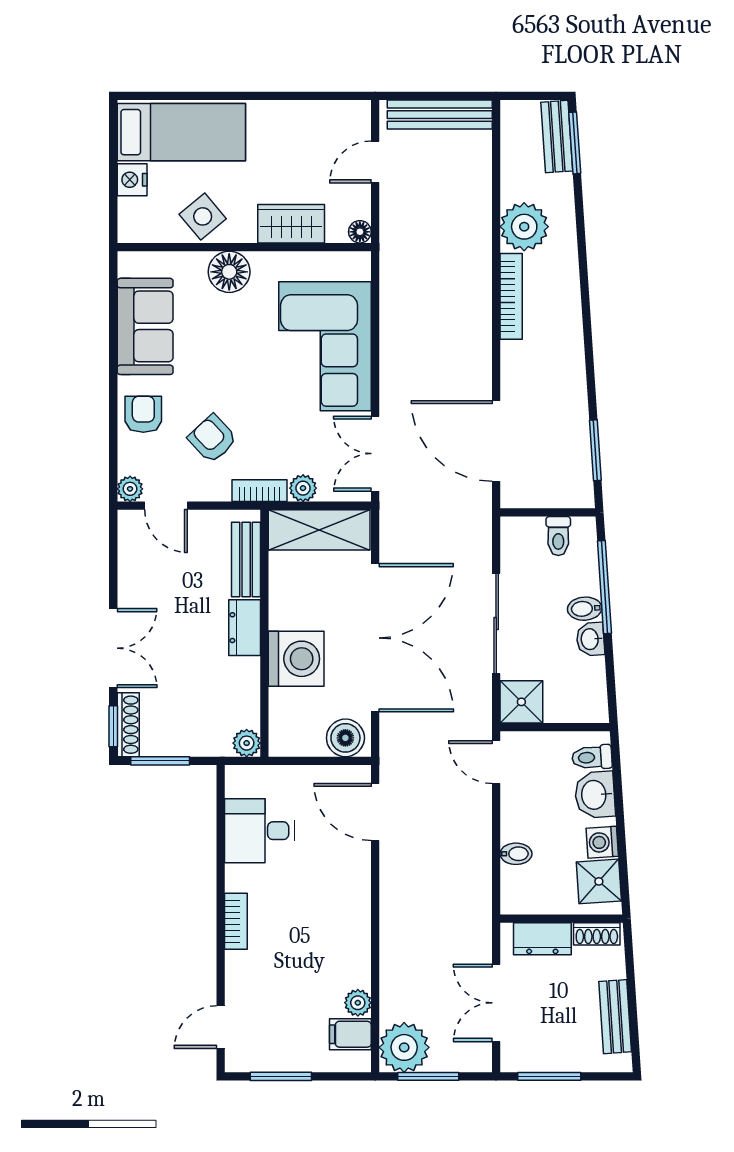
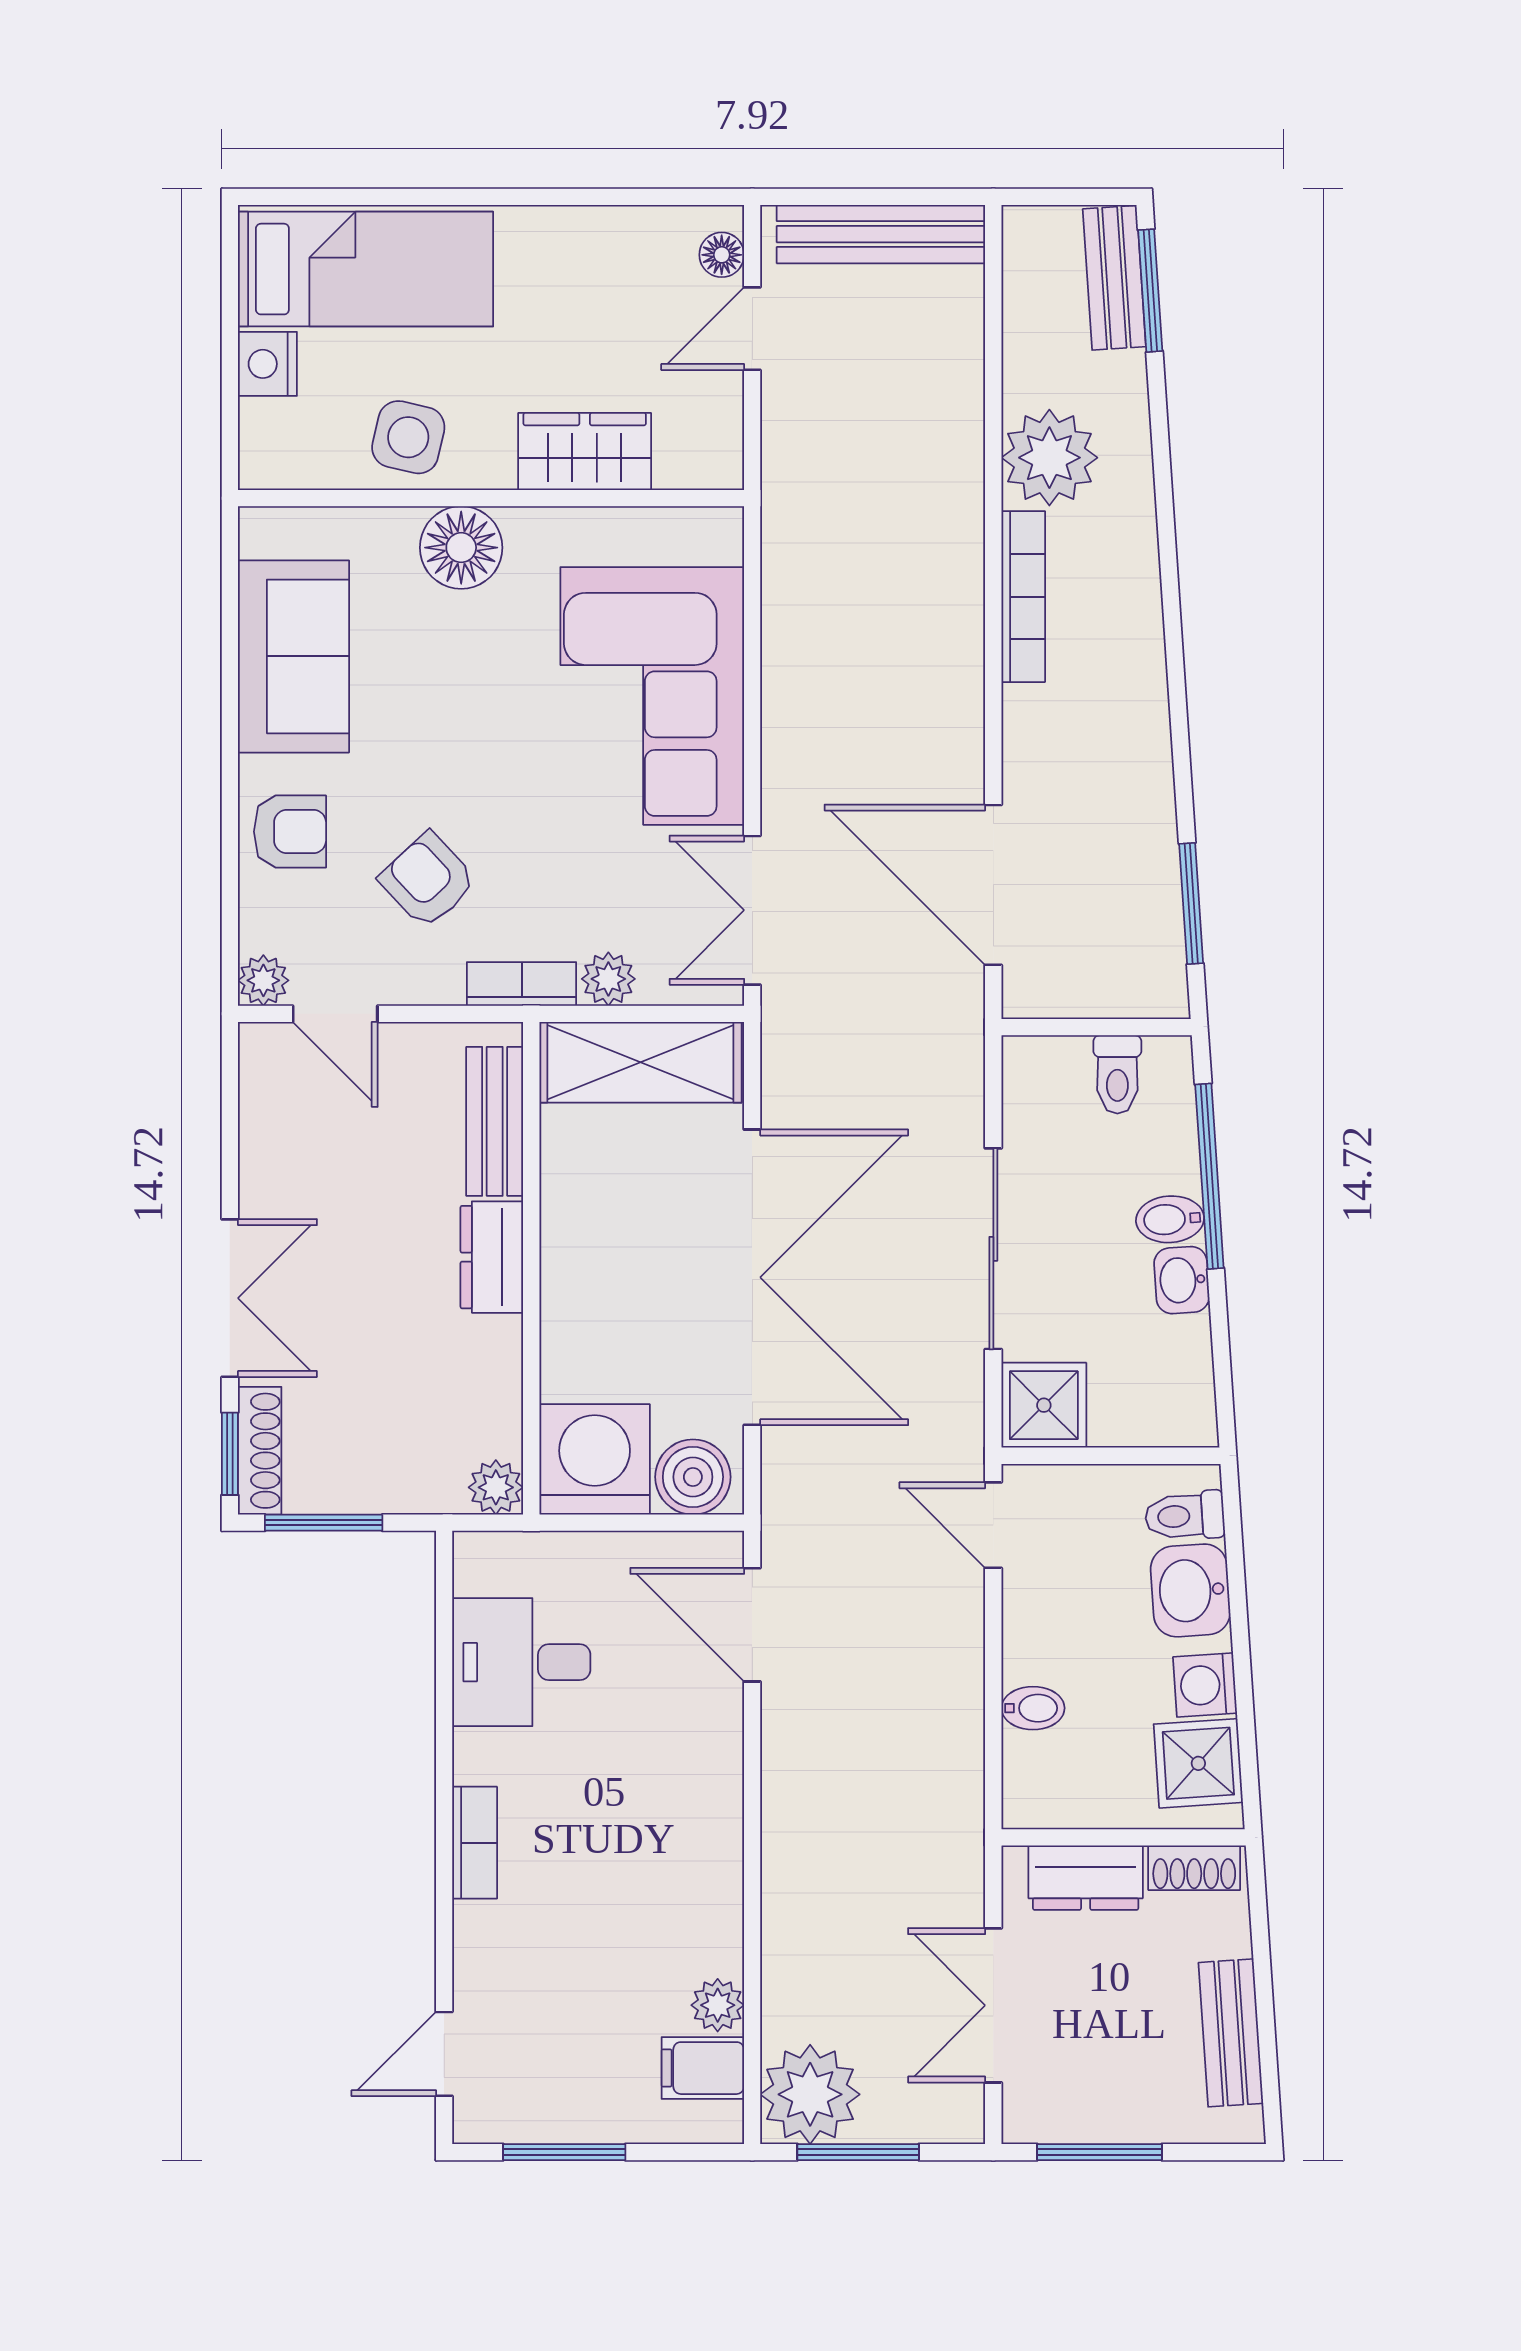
side table: (203, 216) -> (408, 437), turned -37
floor lamp: (360, 232) -> (722, 255), moved
armchair: (143, 414) -> (290, 832), turned 90
washing machine: (296, 659) -> (595, 1459), moved, turned -90

